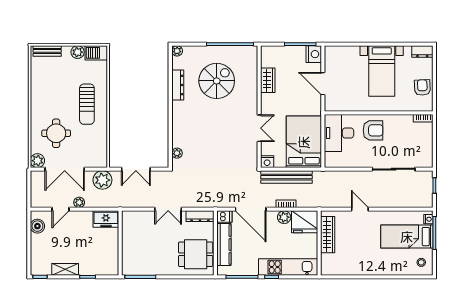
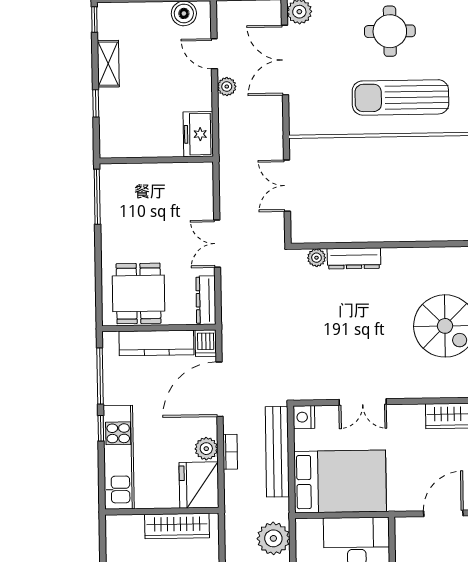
dresser: (178, 85) -> (354, 258), moved
sun lounger: (87, 104) -> (400, 97), width x1.36, depth x1.34
round table: (56, 133) -> (390, 31), moved
plant: (102, 180) -> (273, 538), moved

